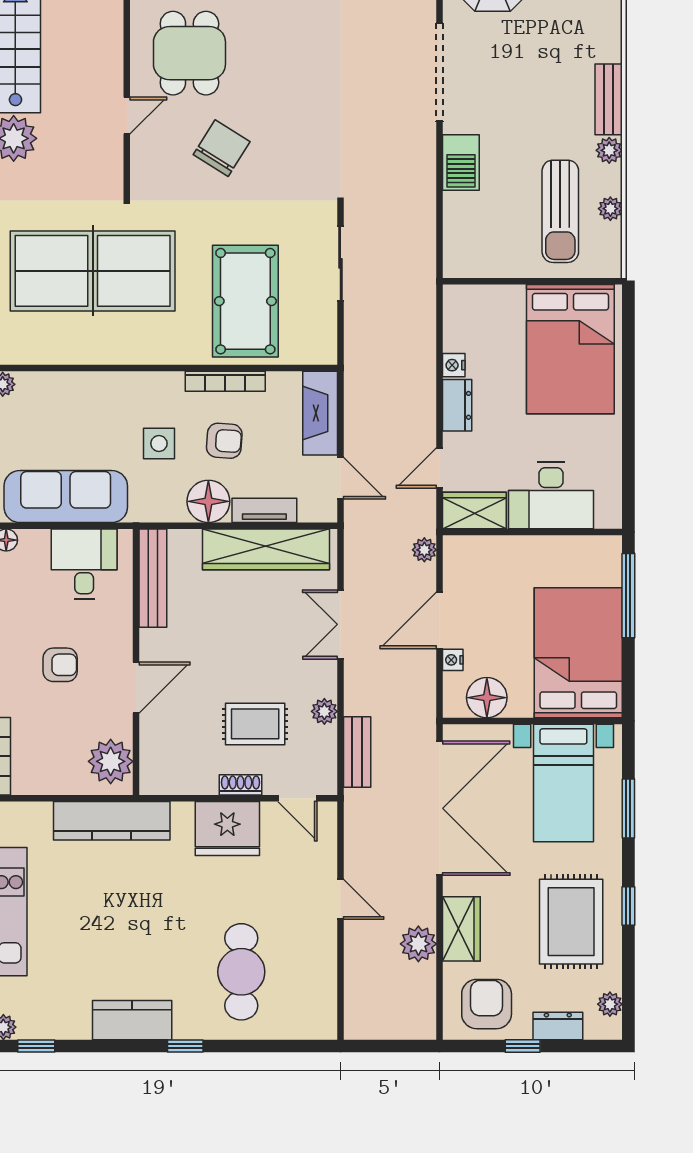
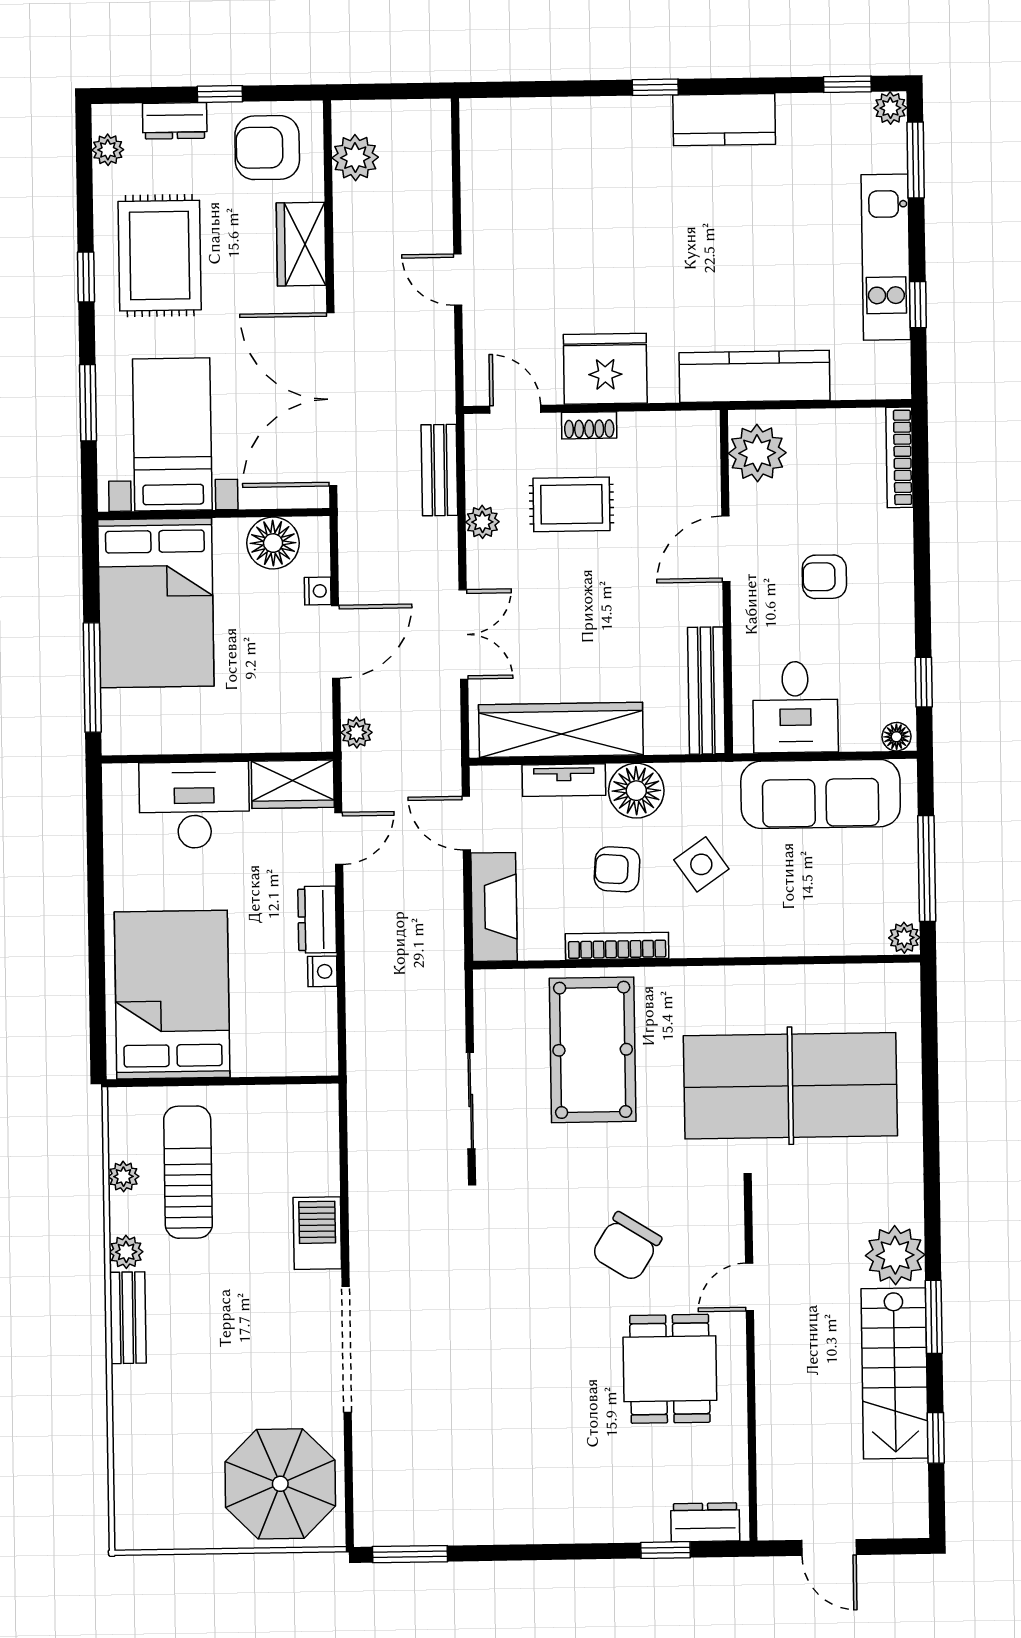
side table: (159, 443) -> (701, 864), turned -35
plant: (418, 944) -> (355, 158), moved
cafe table: (241, 972) -> (584, 184), removed
armchair: (487, 1004) -> (267, 148), turned 90

